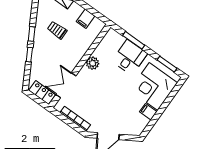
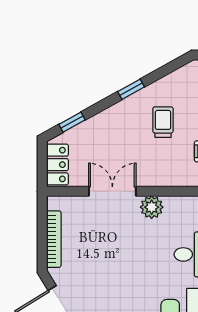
window: (29, 55) -> (72, 122), moved
double door: (66, 85) -> (112, 191), moved

